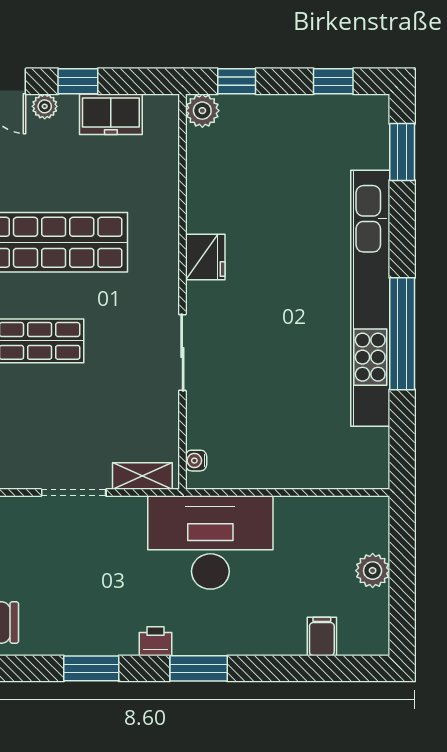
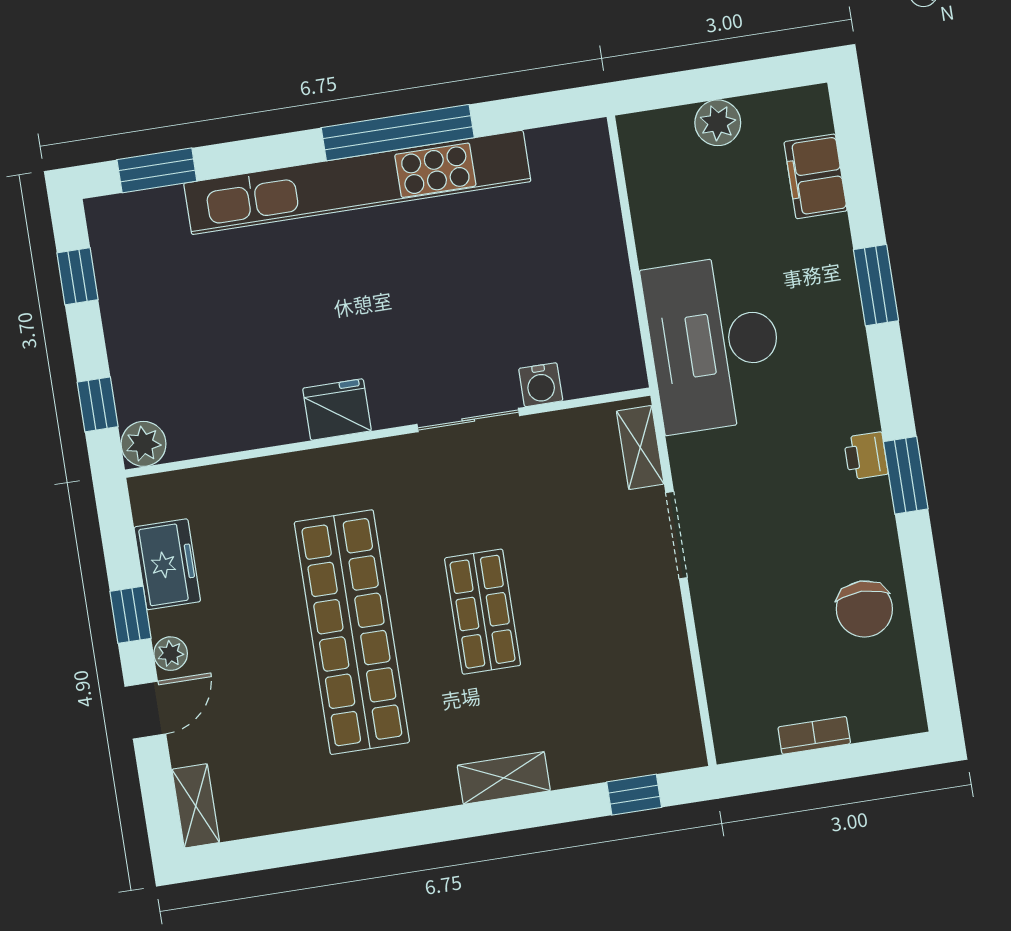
water cooler: (196, 461) -> (541, 385), moved, width x1.38, depth x1.38
filing cabinet: (322, 636) -> (816, 176), width x2.00
printer: (156, 641) -> (866, 456), moved
window: (199, 668) -> (876, 285), moved

